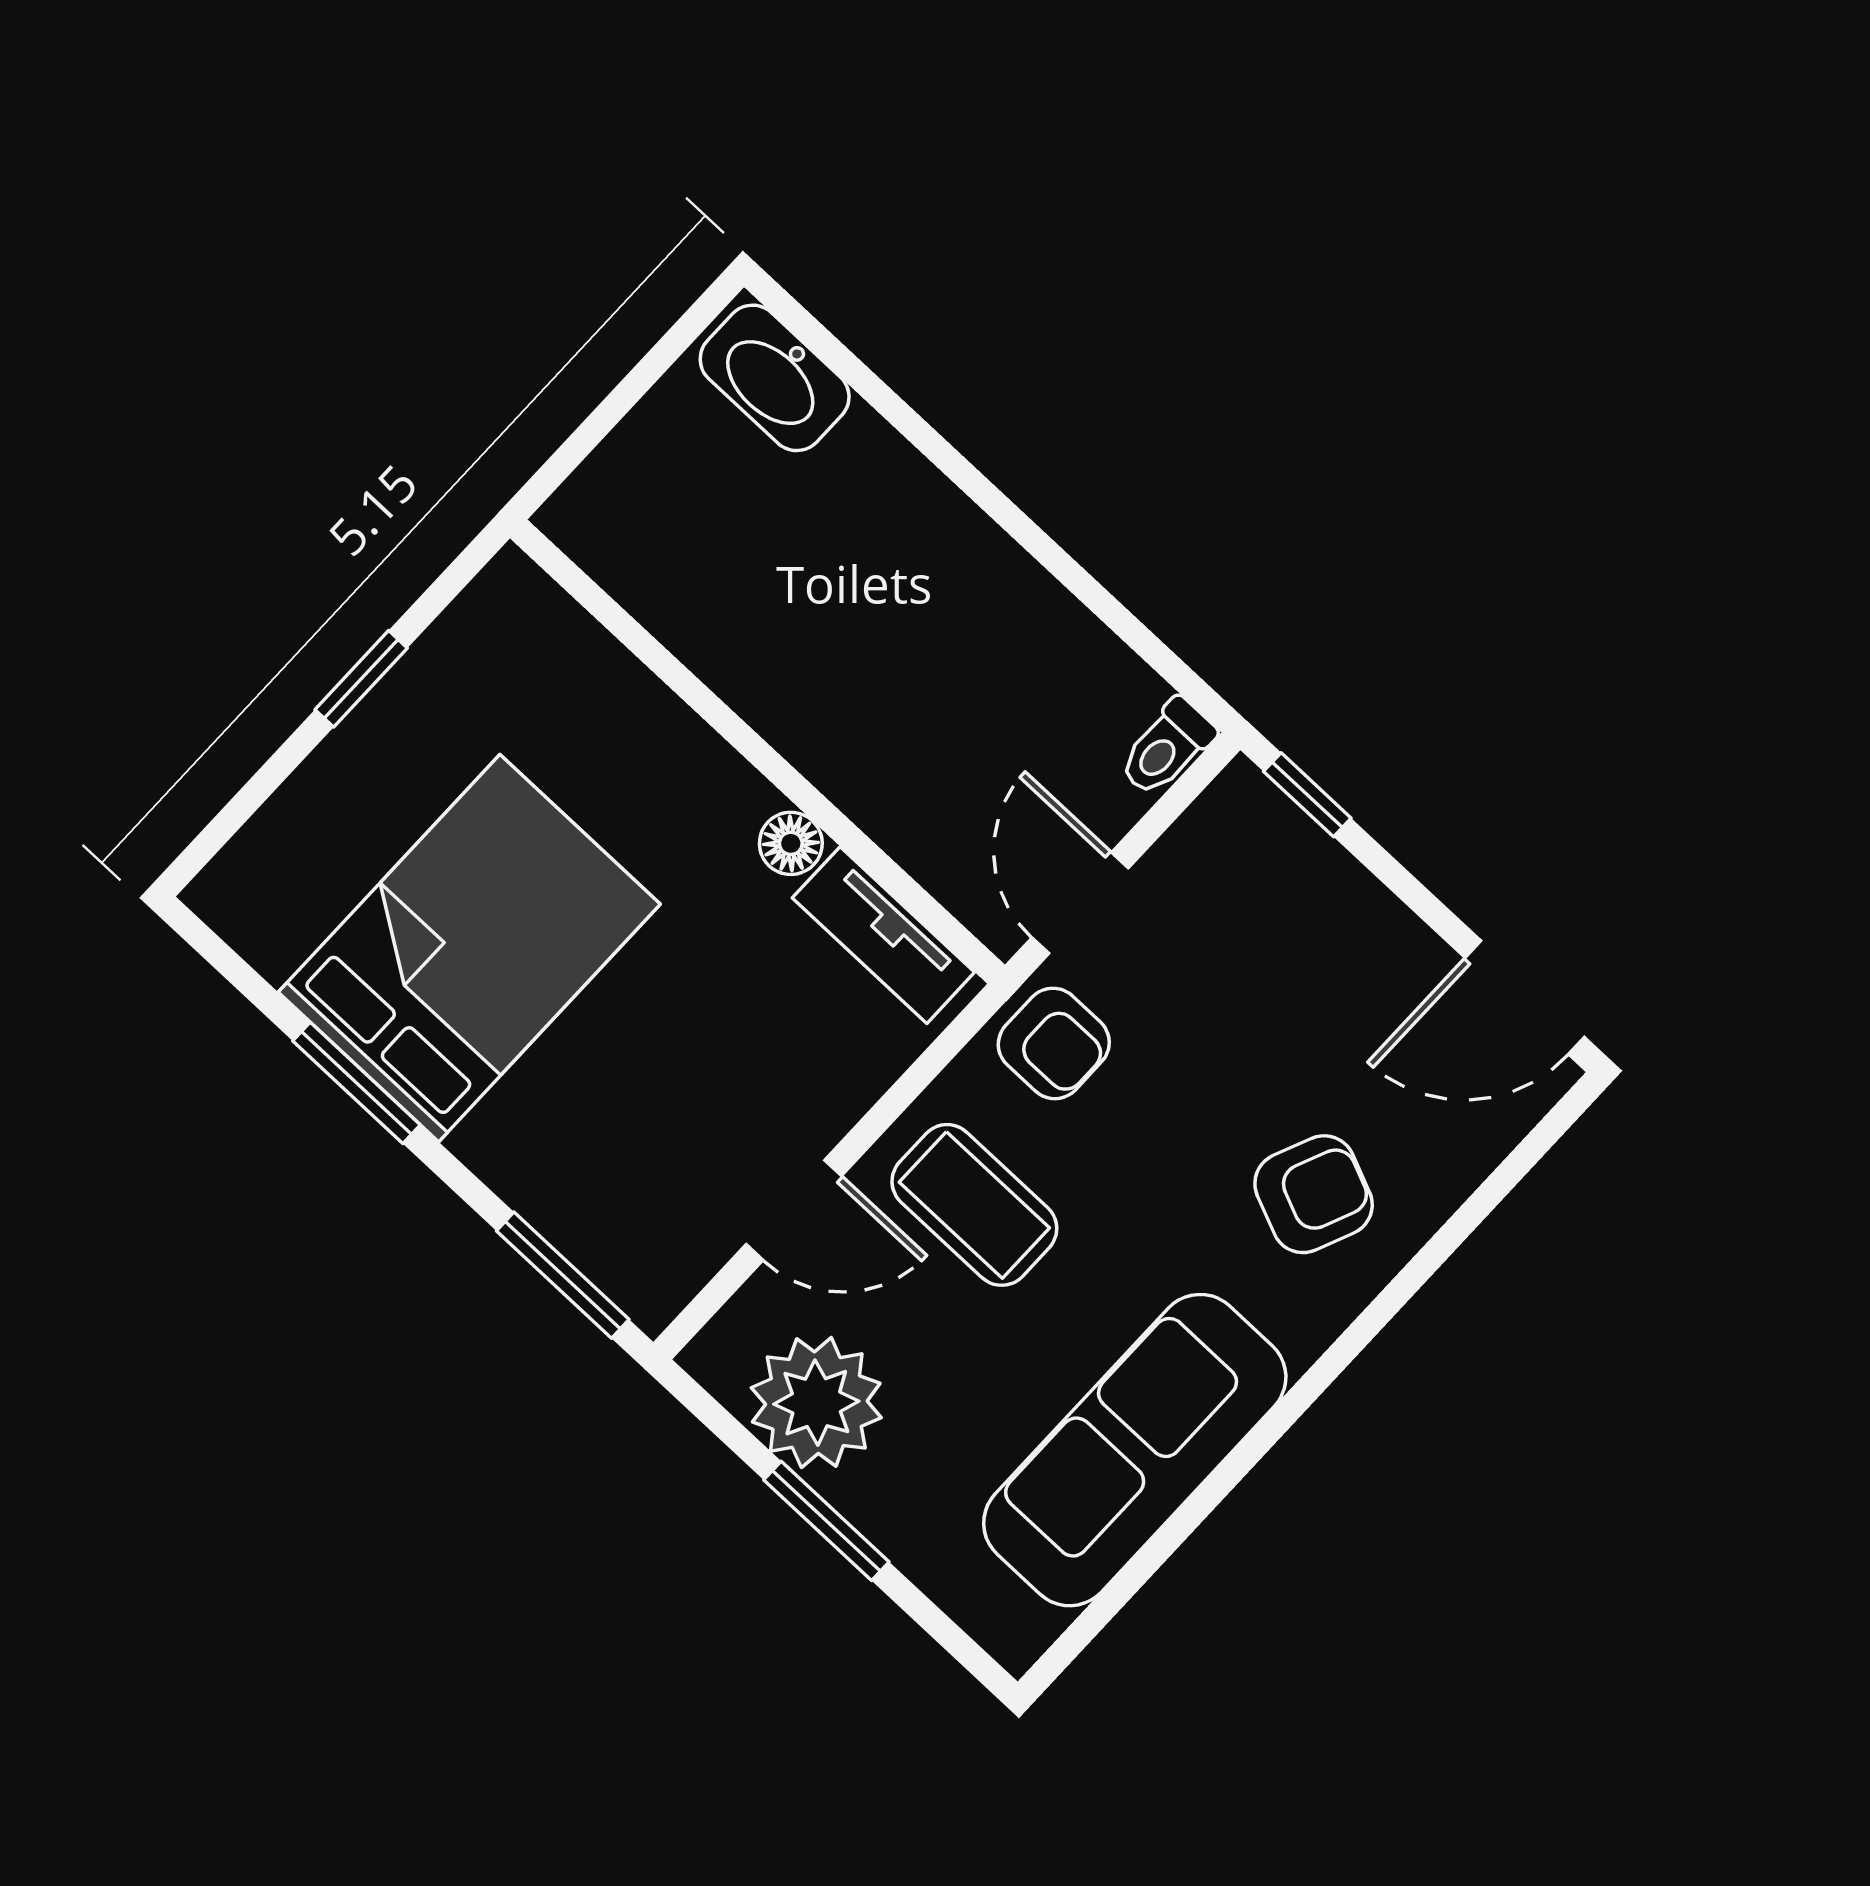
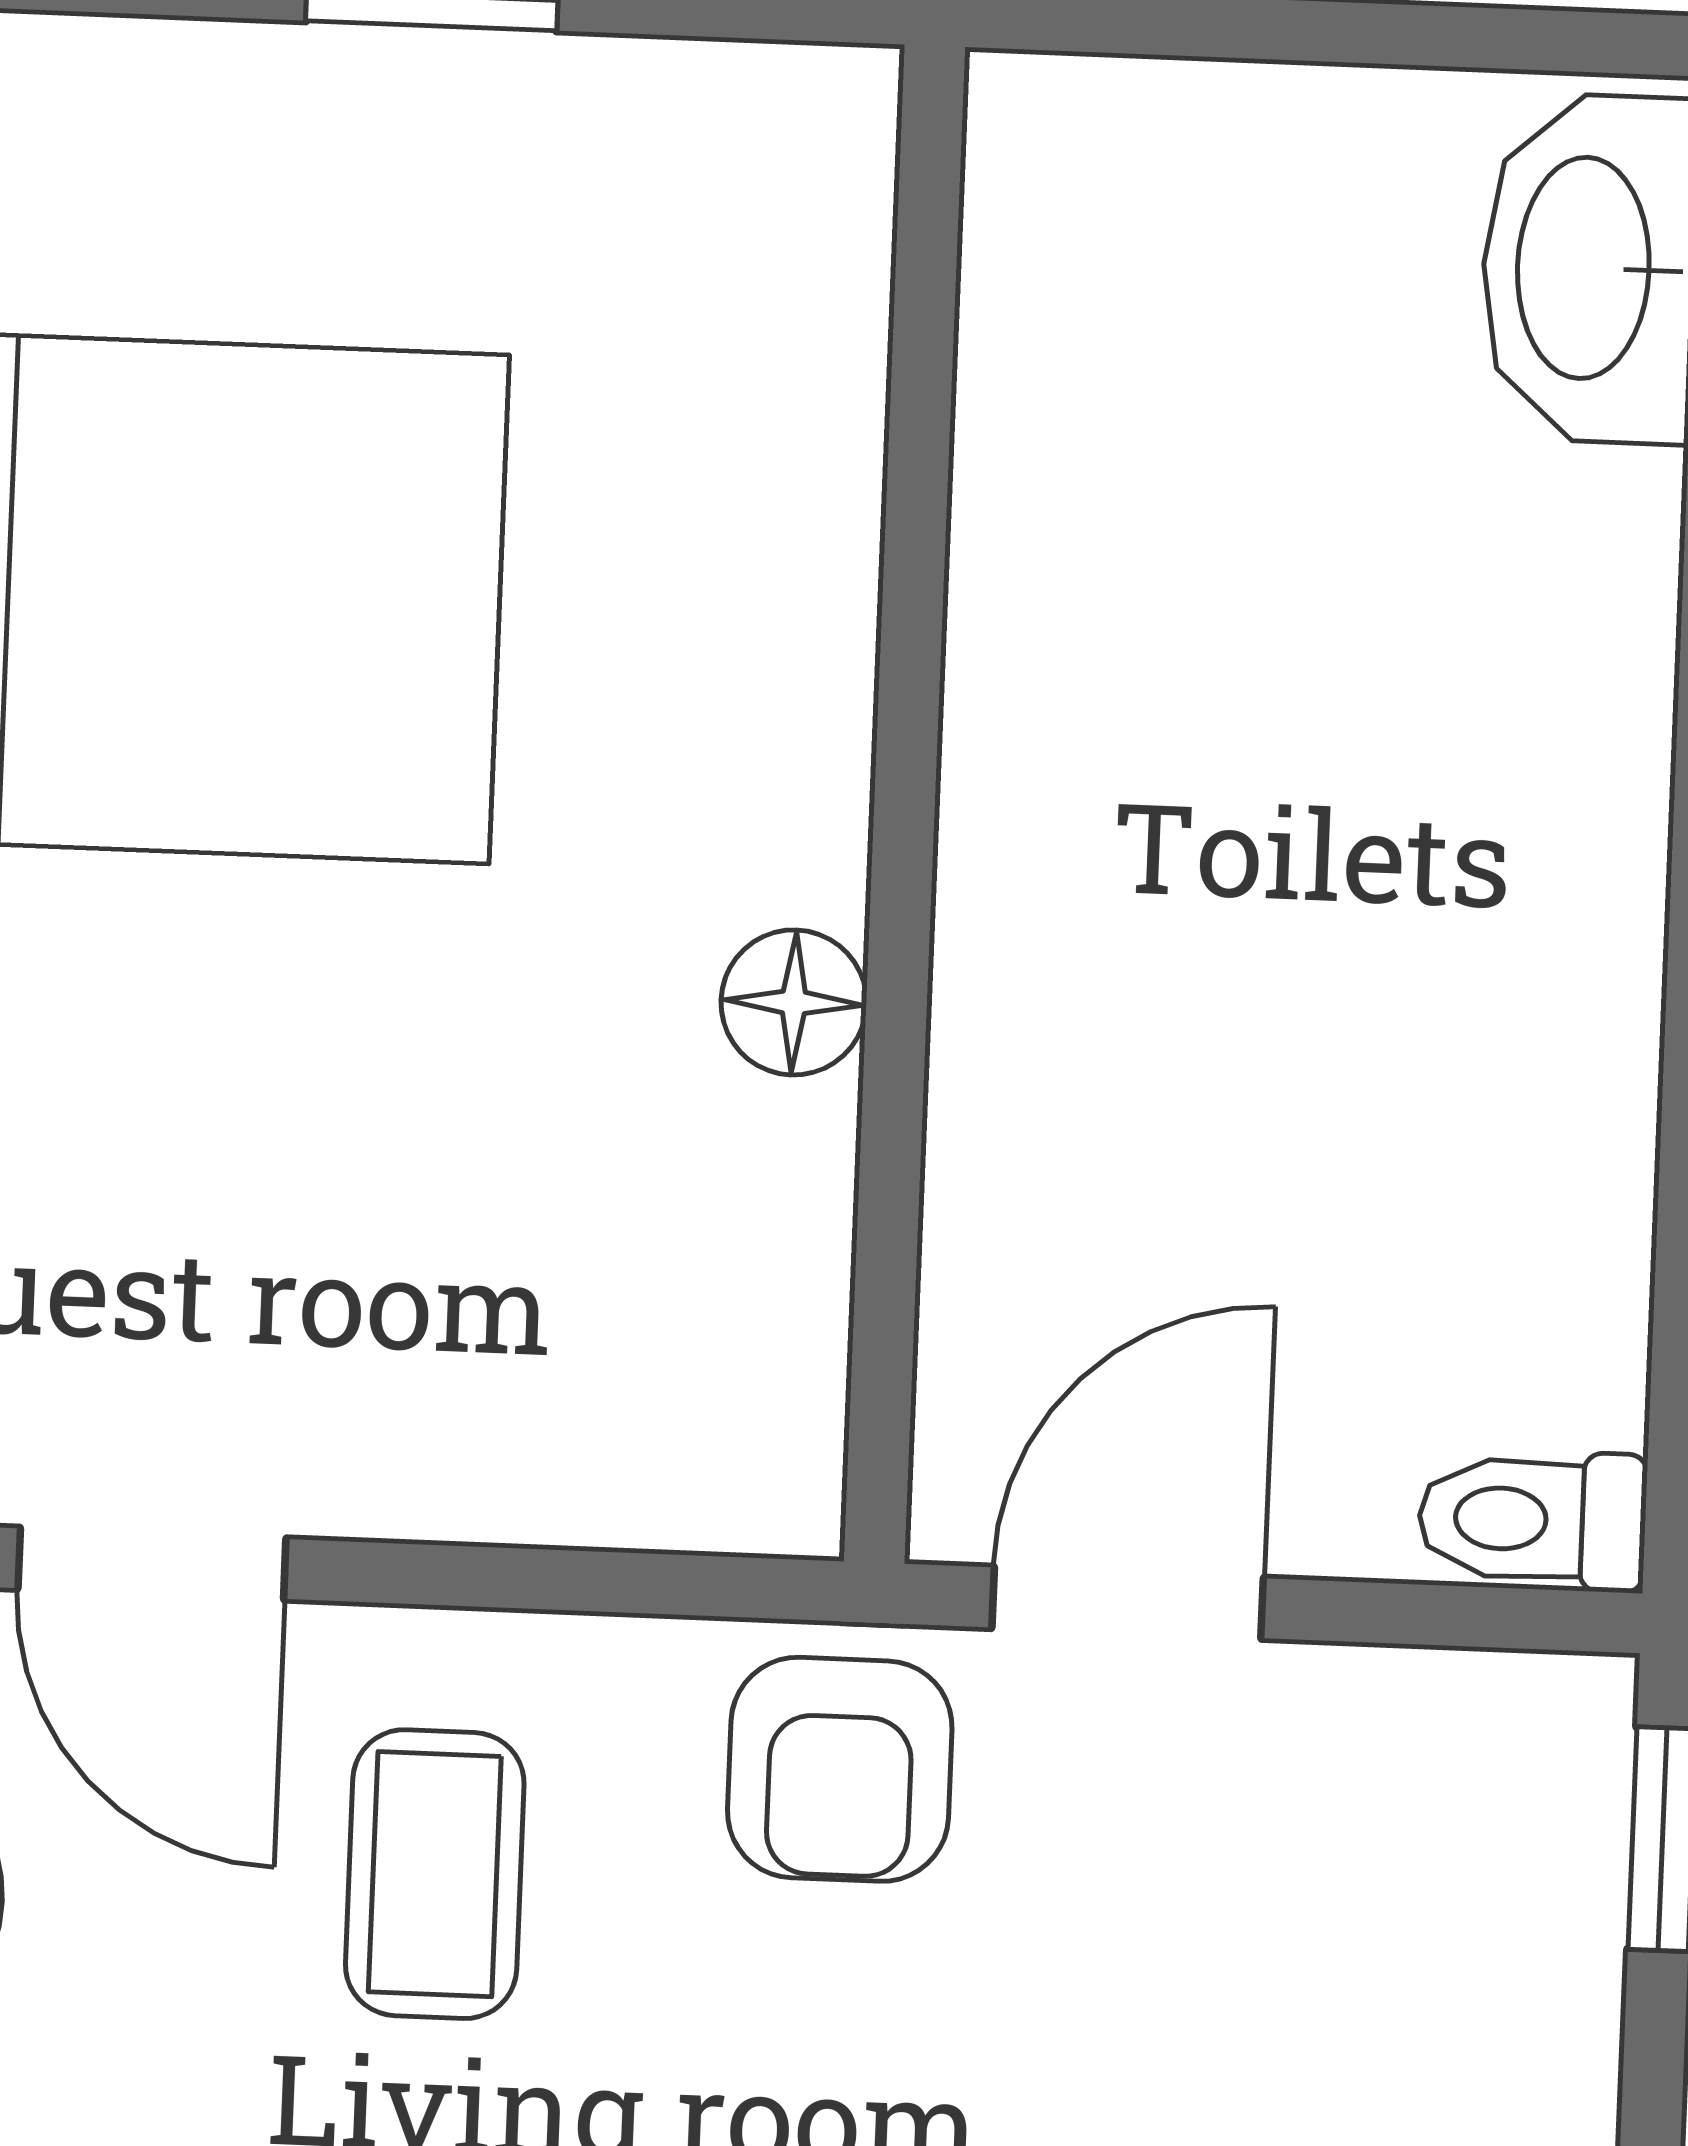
tv unit: (883, 935) -> (773, 1305), removed
coffee table: (974, 1205) -> (435, 1874), width x0.73, depth x0.77

